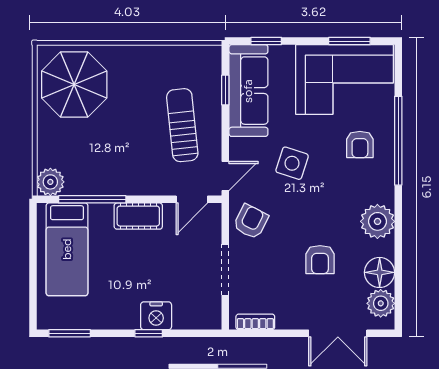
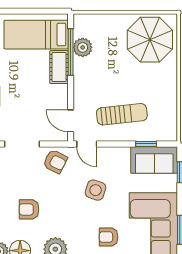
sofa: (248, 91) -> (154, 160), width x0.73
plant: (50, 182) -> (83, 47), moved
cot: (138, 216) -> (59, 67), moved

